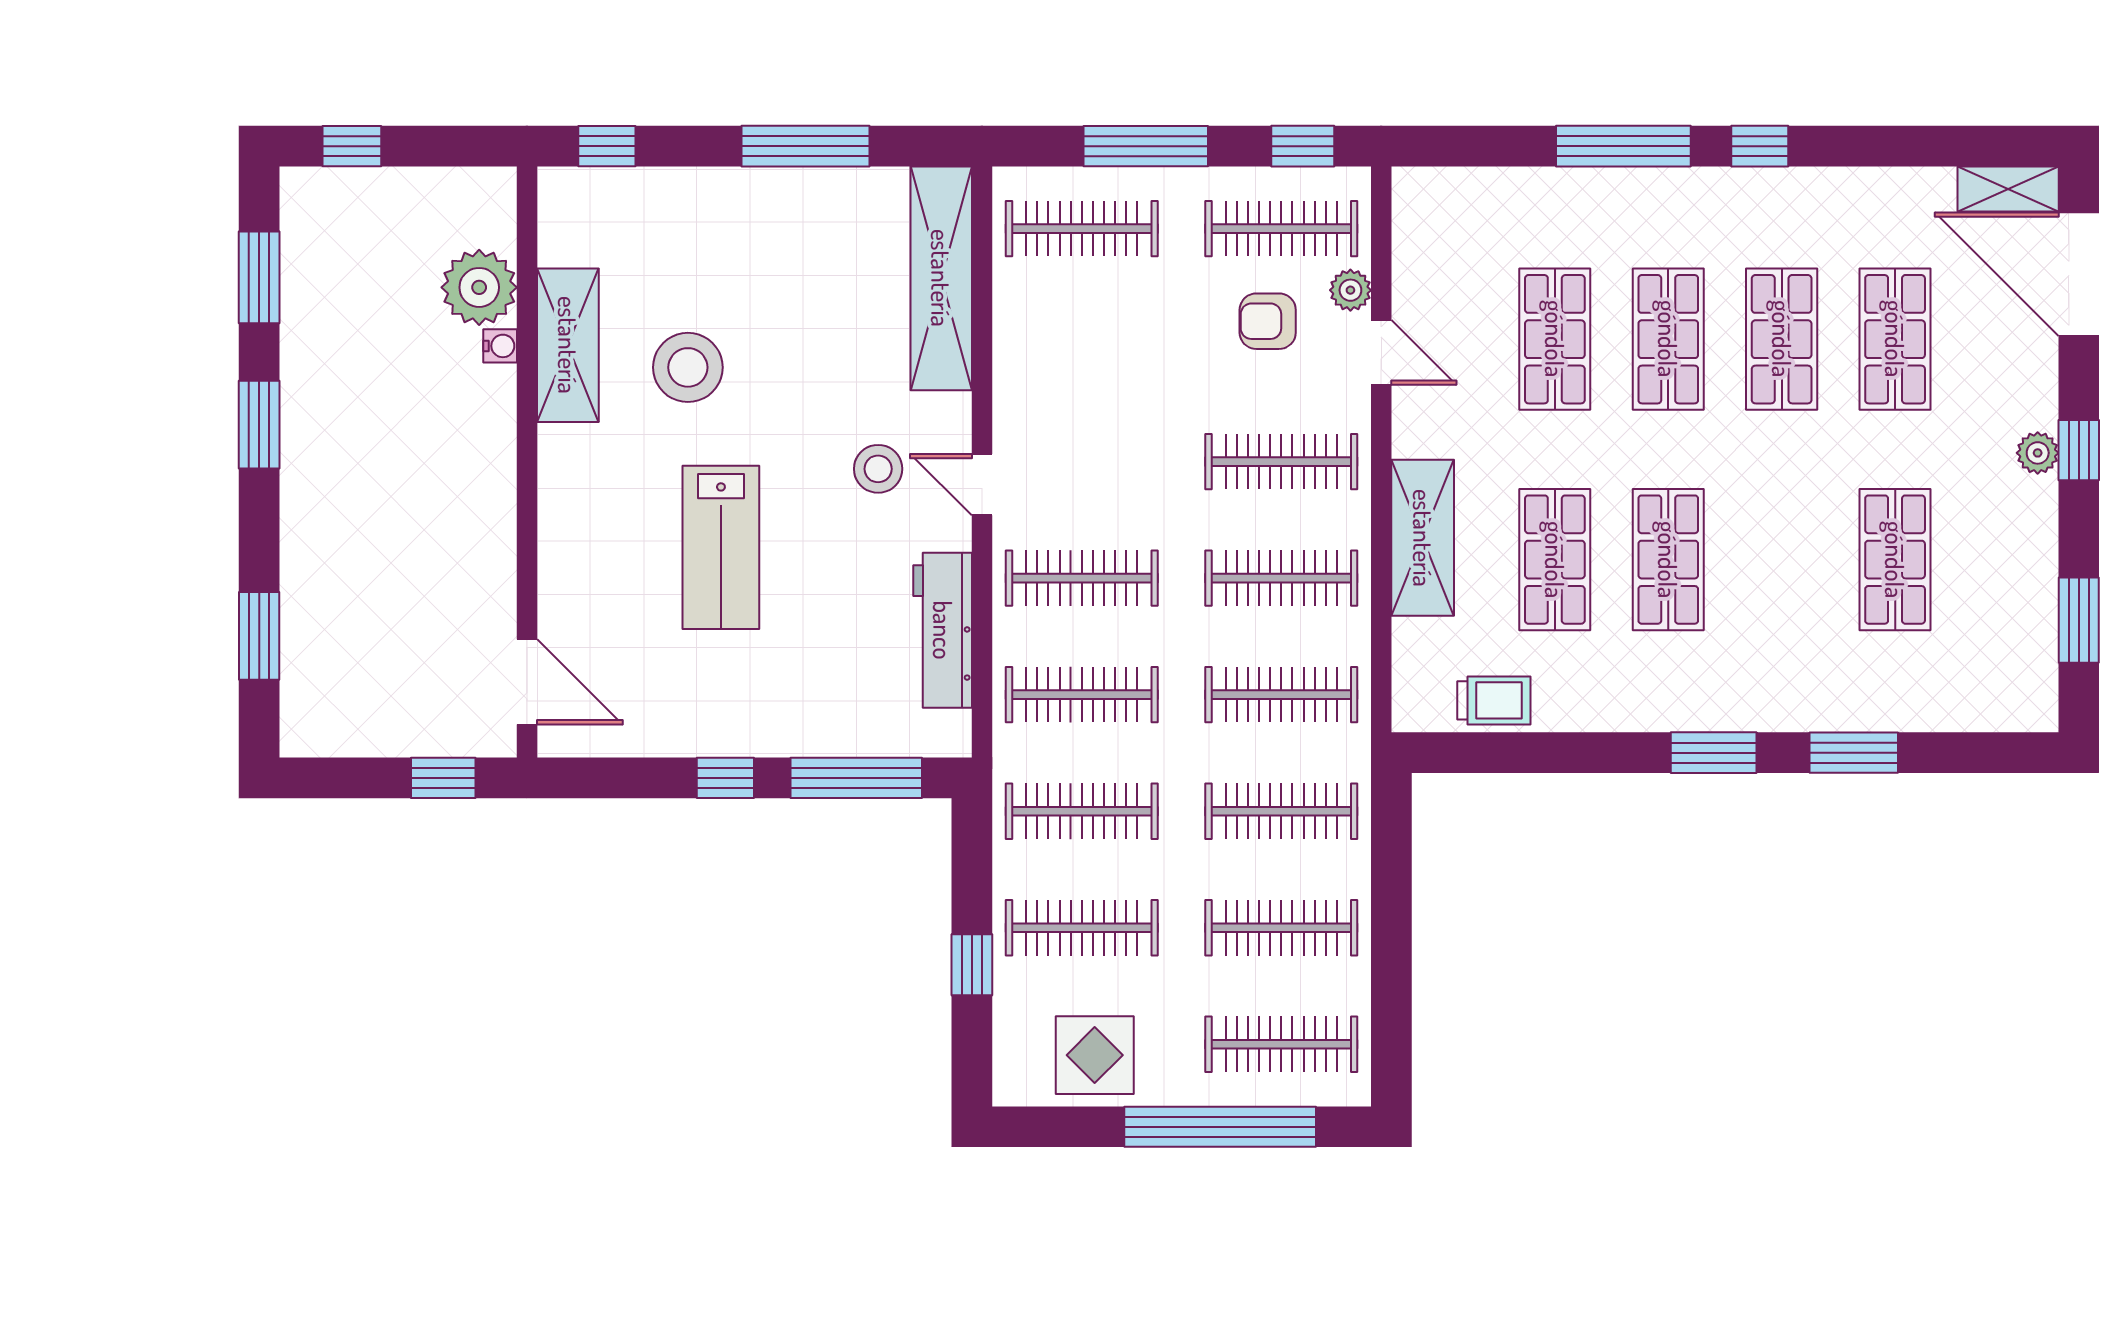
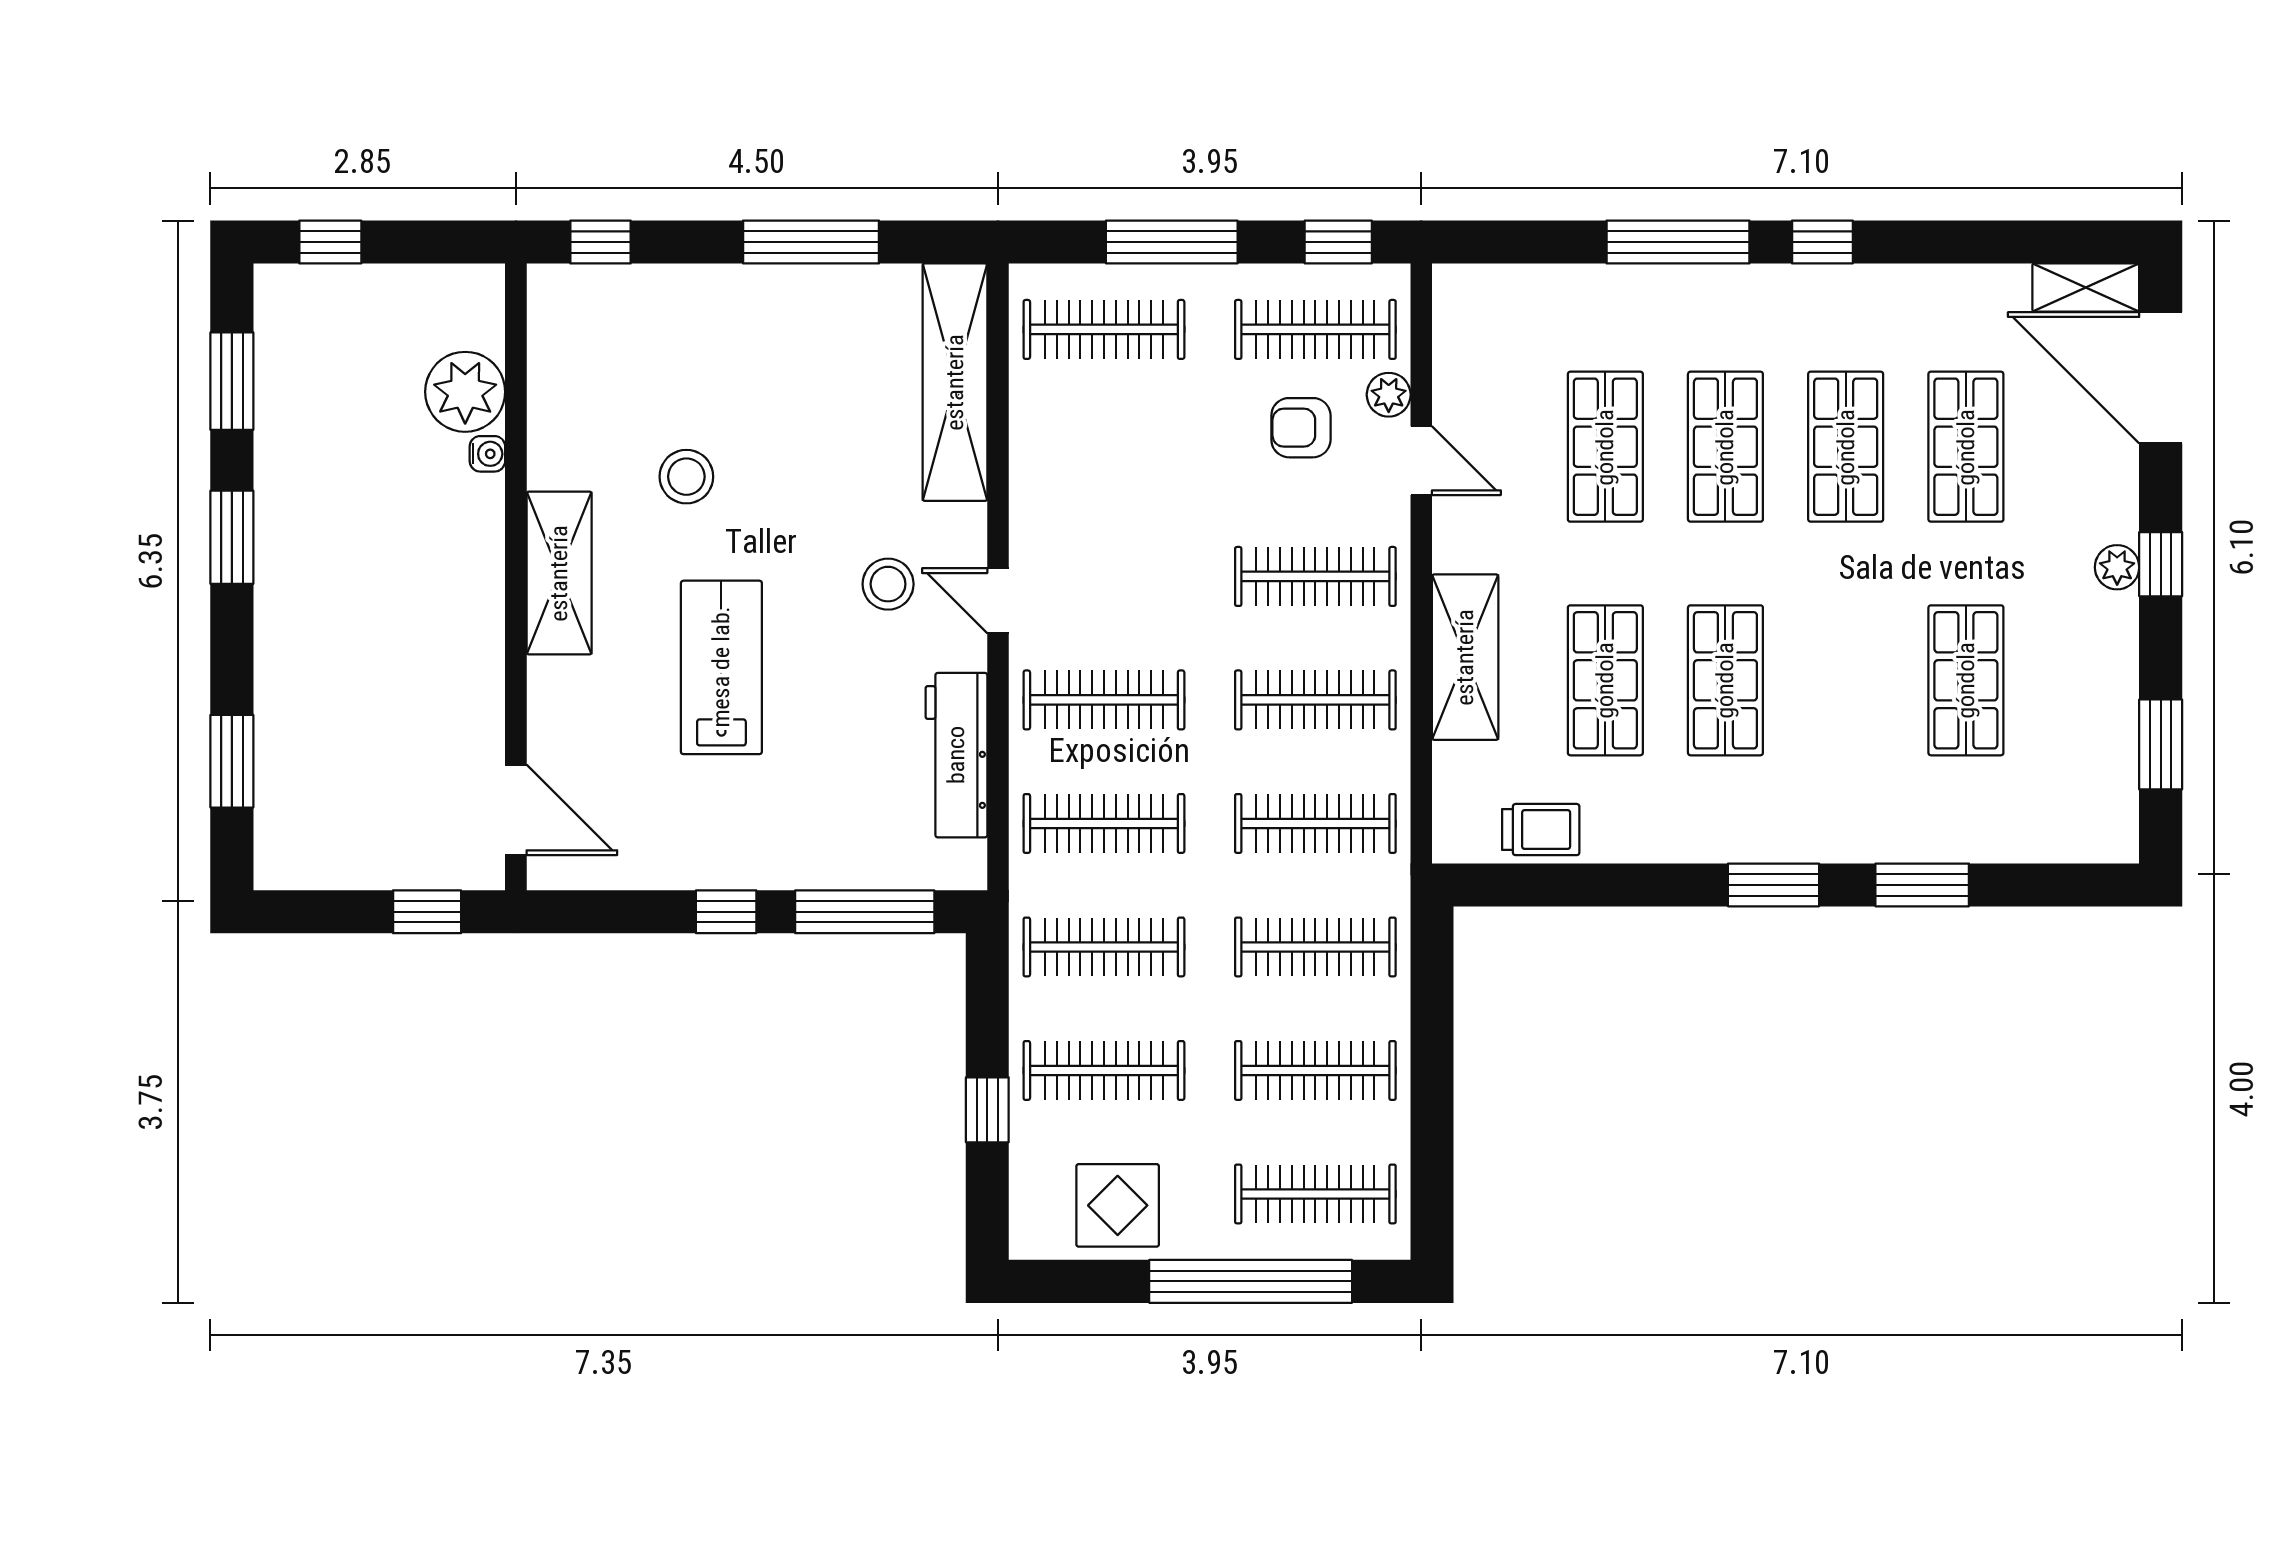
shelving: (568, 345) -> (559, 573), moved
stool: (688, 367) -> (686, 477), width x0.73, depth x0.73
lab bench: (721, 547) -> (721, 667), turned 180

